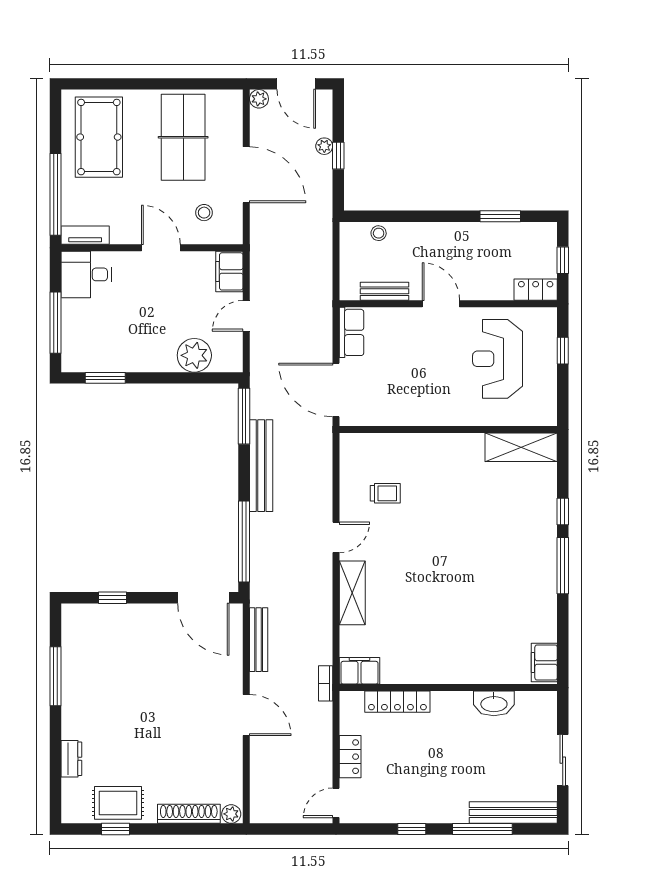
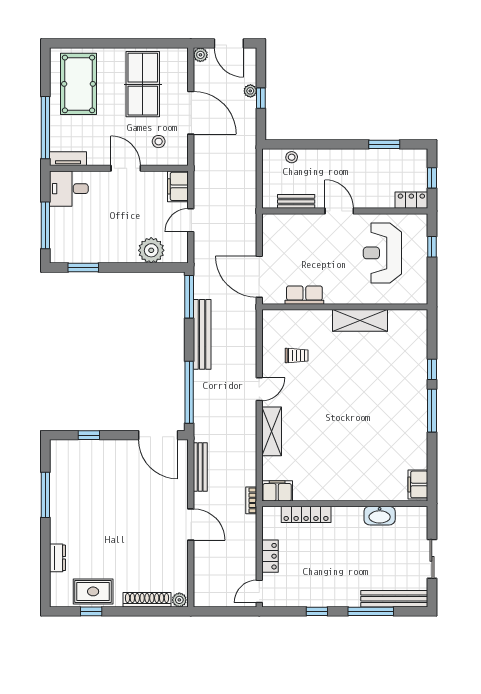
row of seats: (351, 332) -> (304, 295), moved, turned -90
shelving: (521, 447) -> (360, 320), moved

